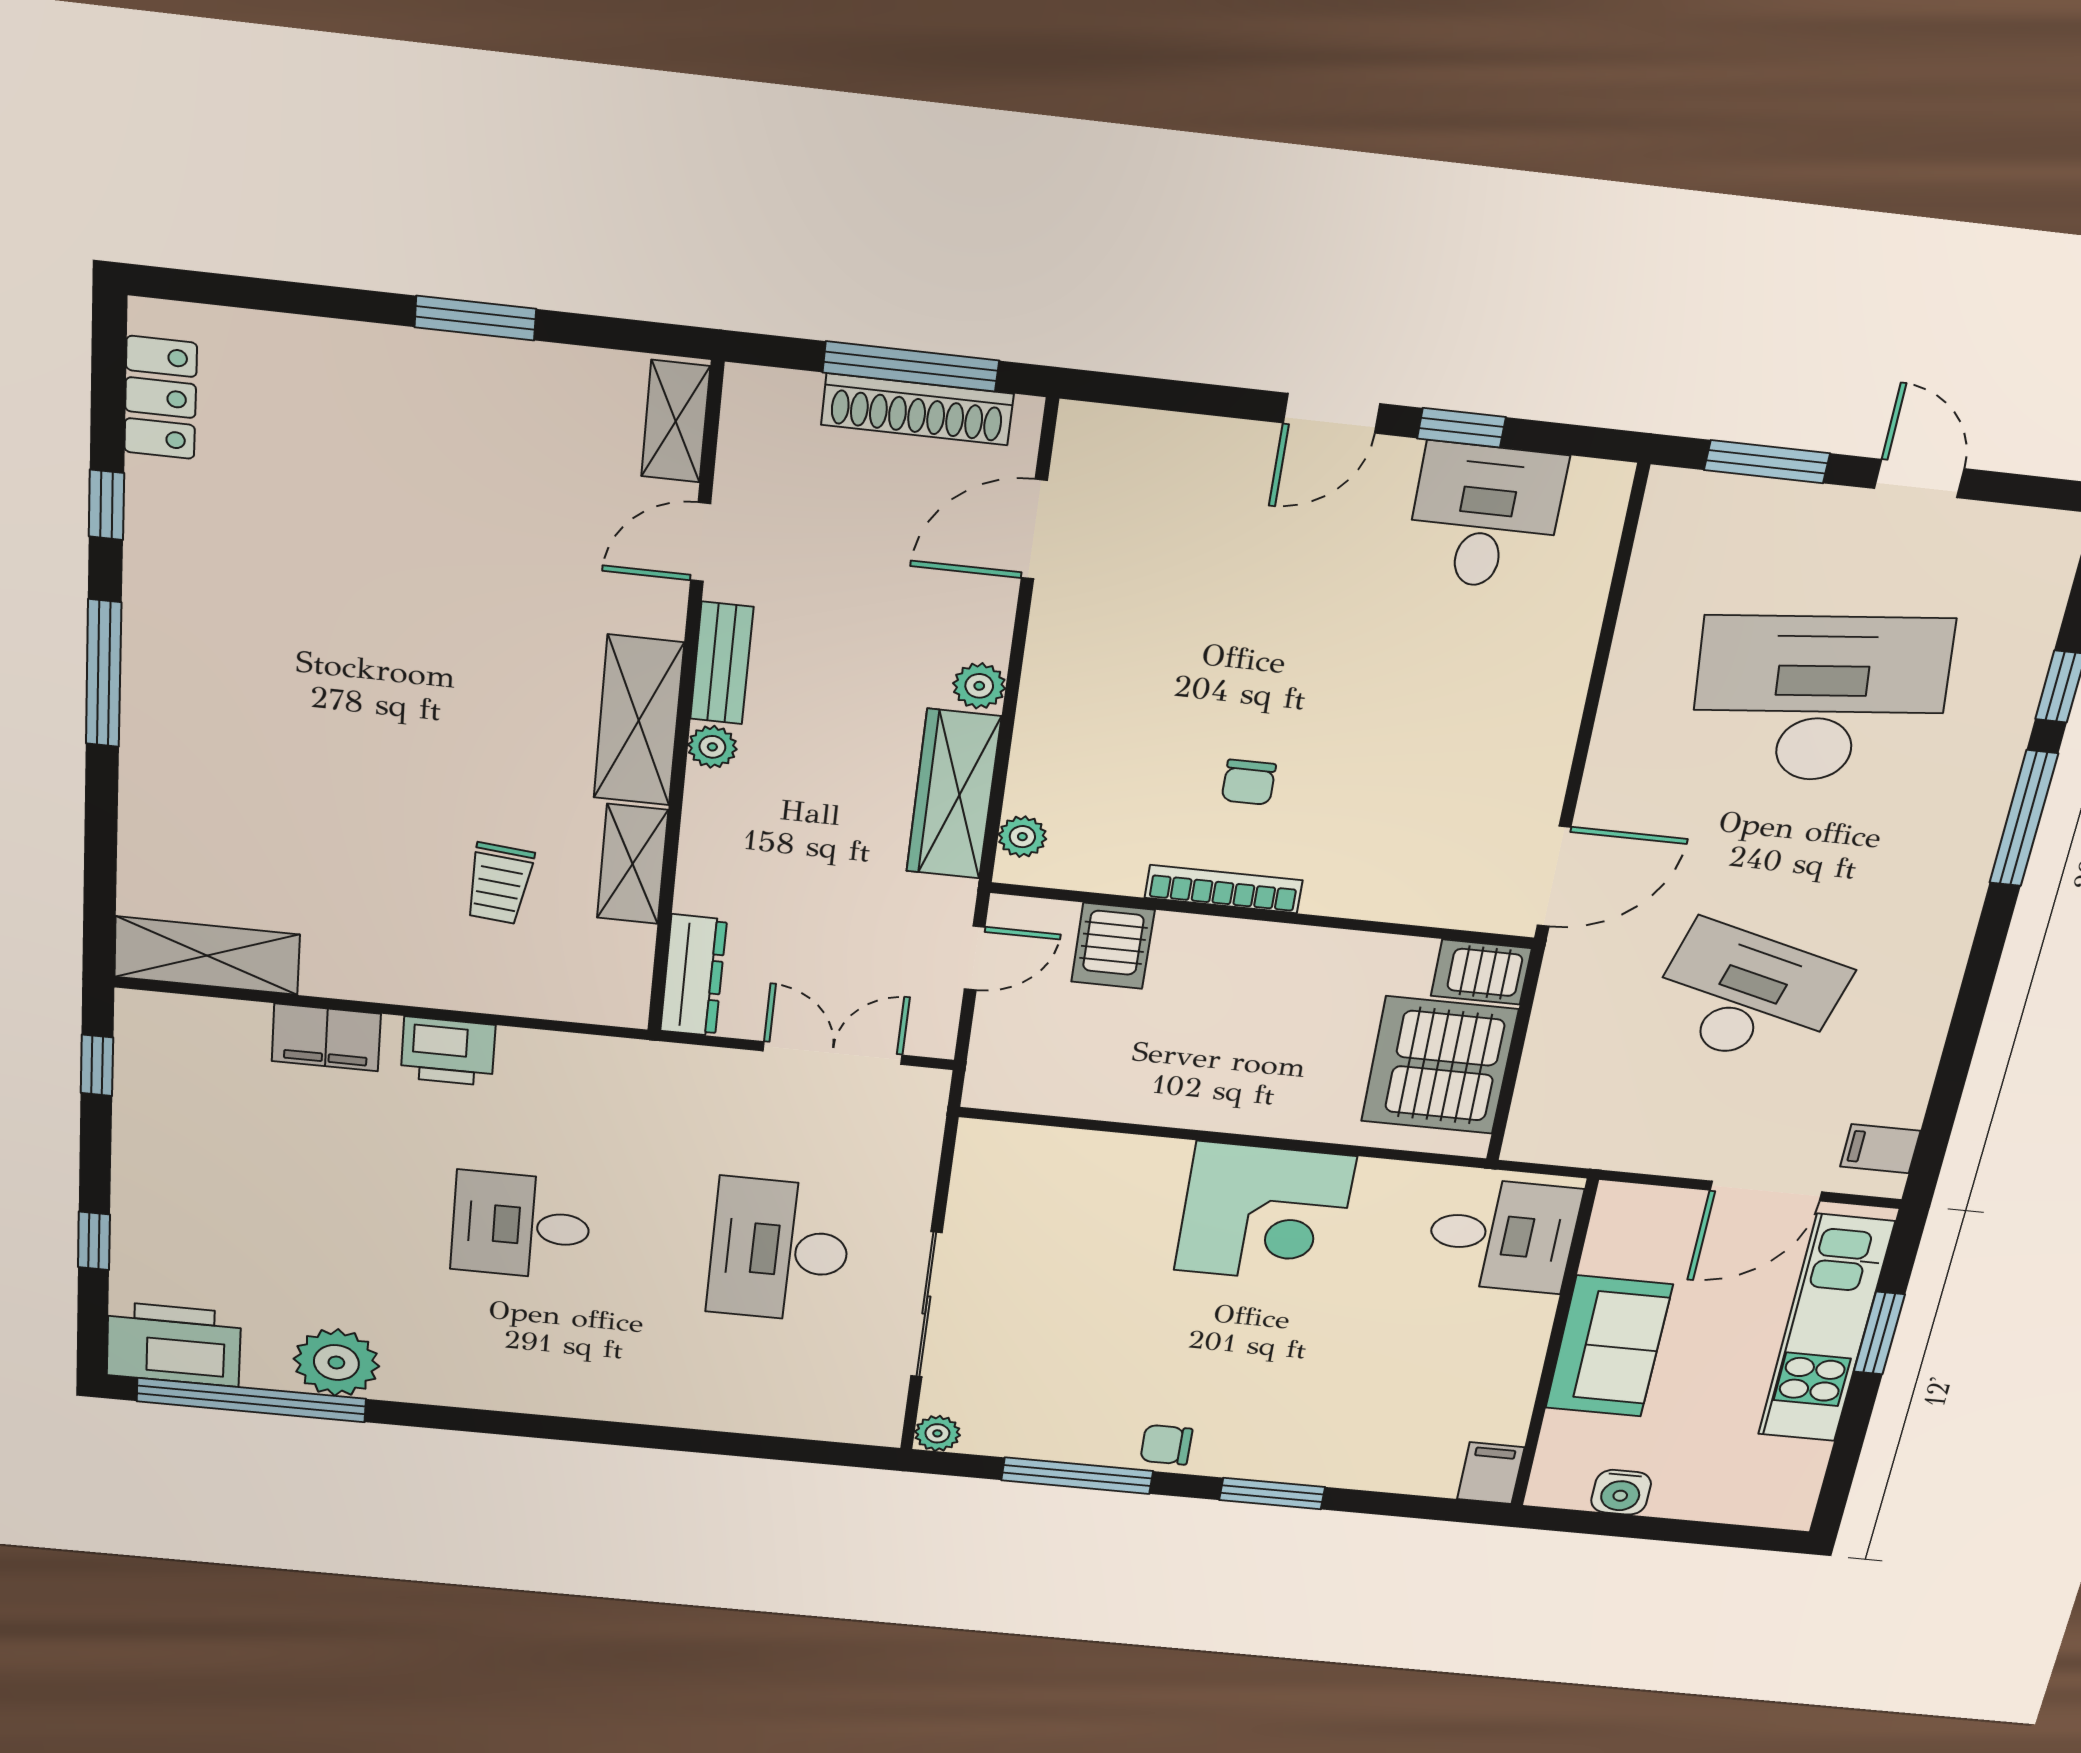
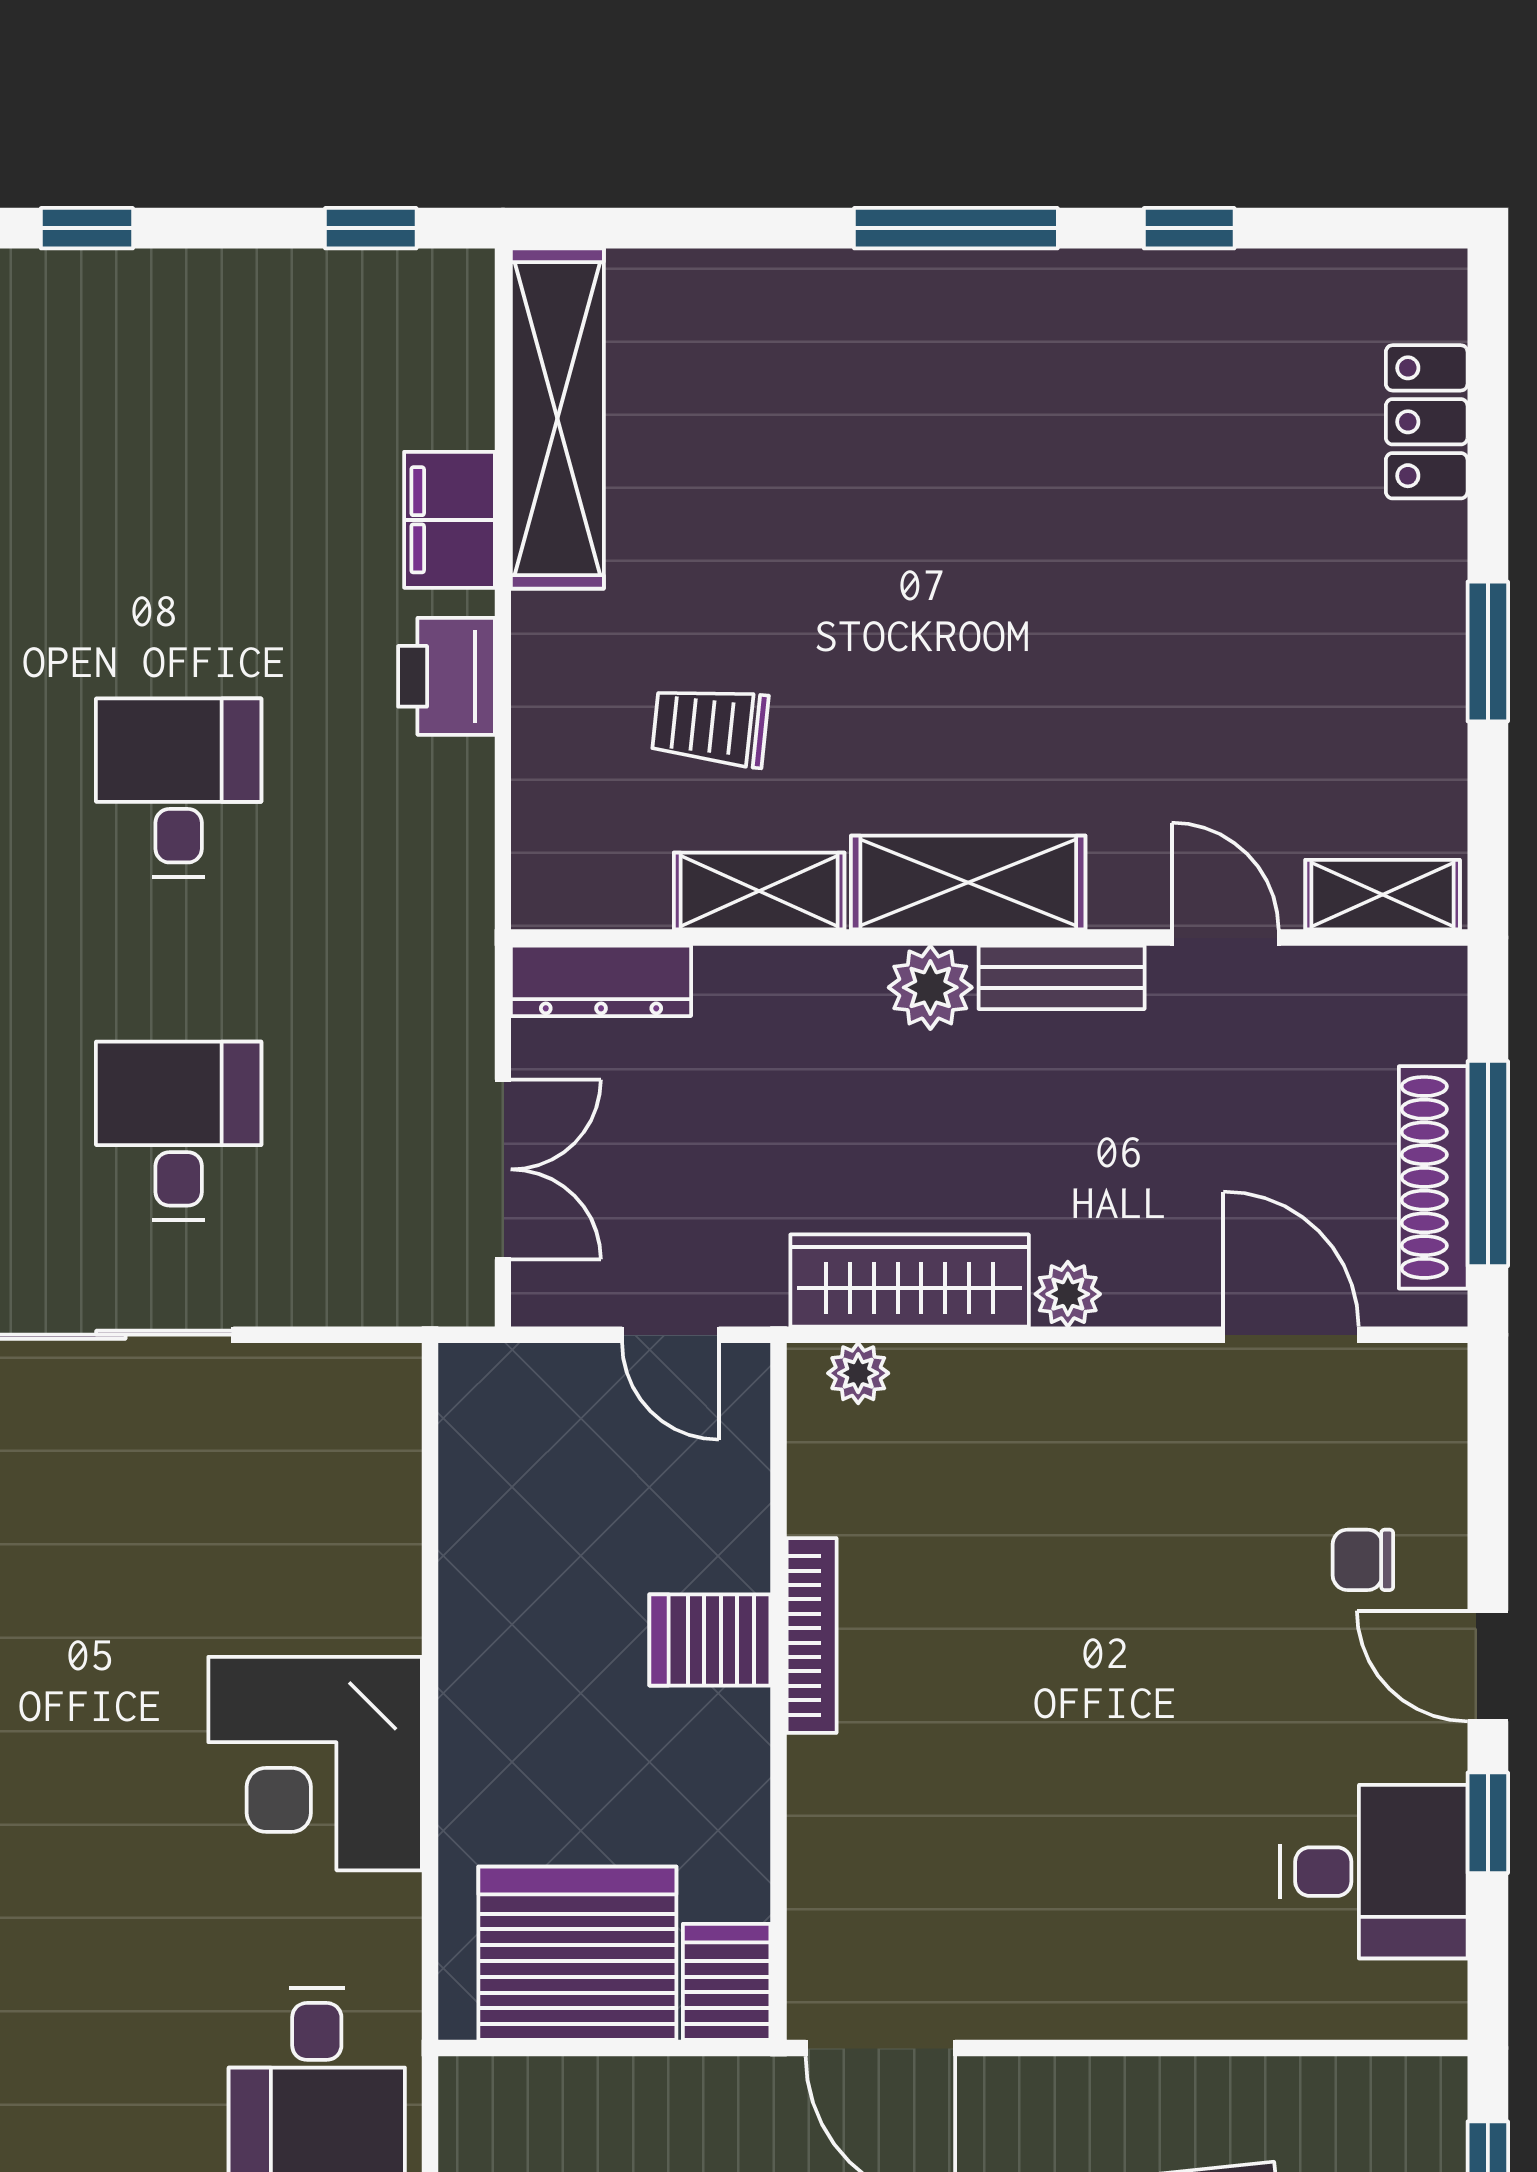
locker: (161, 398) -> (1427, 422), moved, turned 90
plant: (712, 747) -> (930, 987), width x1.38, depth x1.38
chair: (1249, 782) -> (1363, 1560), moved
server rack: (1113, 946) -> (710, 1640), moved
shelving: (207, 956) -> (557, 419), width x1.47
desk: (779, 1250) -> (179, 1131), width x0.73

